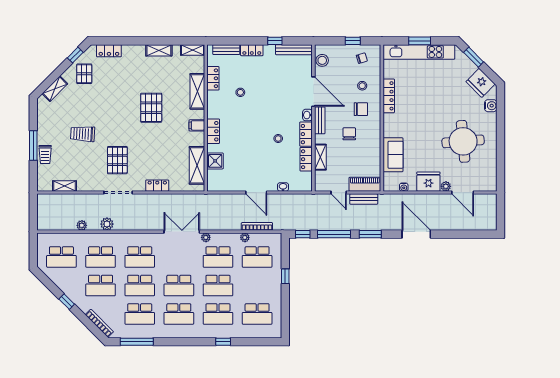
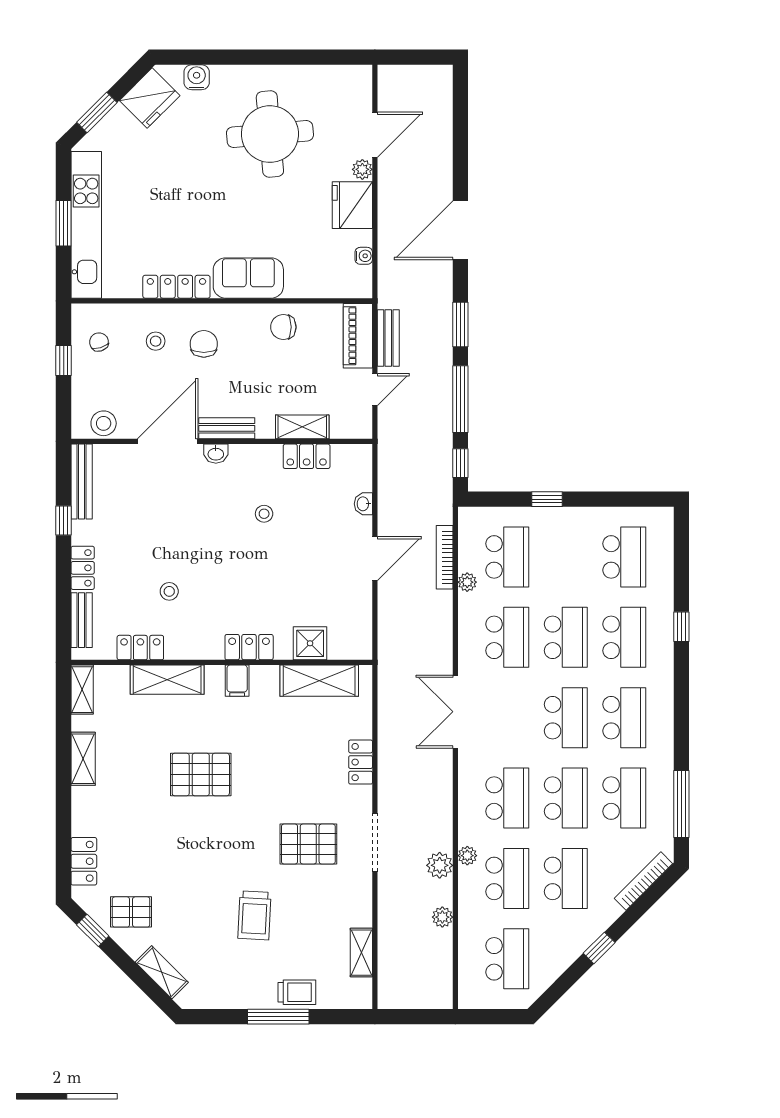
locker: (306, 134) -> (255, 457), removed
chair: (349, 134) -> (283, 327), moved
sofa: (393, 155) -> (248, 278), moved
plant: (206, 237) -> (467, 856), moved

